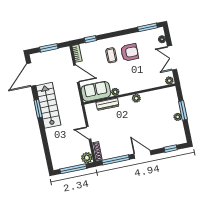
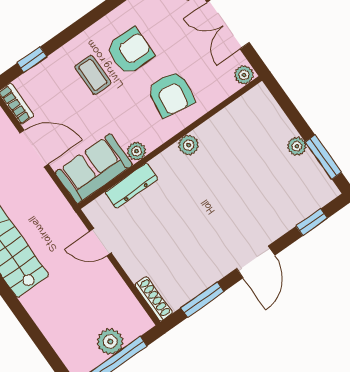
armchair: (138, 76) -> (171, 94), added
window: (183, 110) -> (323, 157), moved
door: (89, 133) -> (100, 242), moved
door: (142, 154) -> (256, 262), swing flipped
plant: (87, 158) -> (110, 341), moved
window: (116, 160) -> (202, 300), width x0.69

